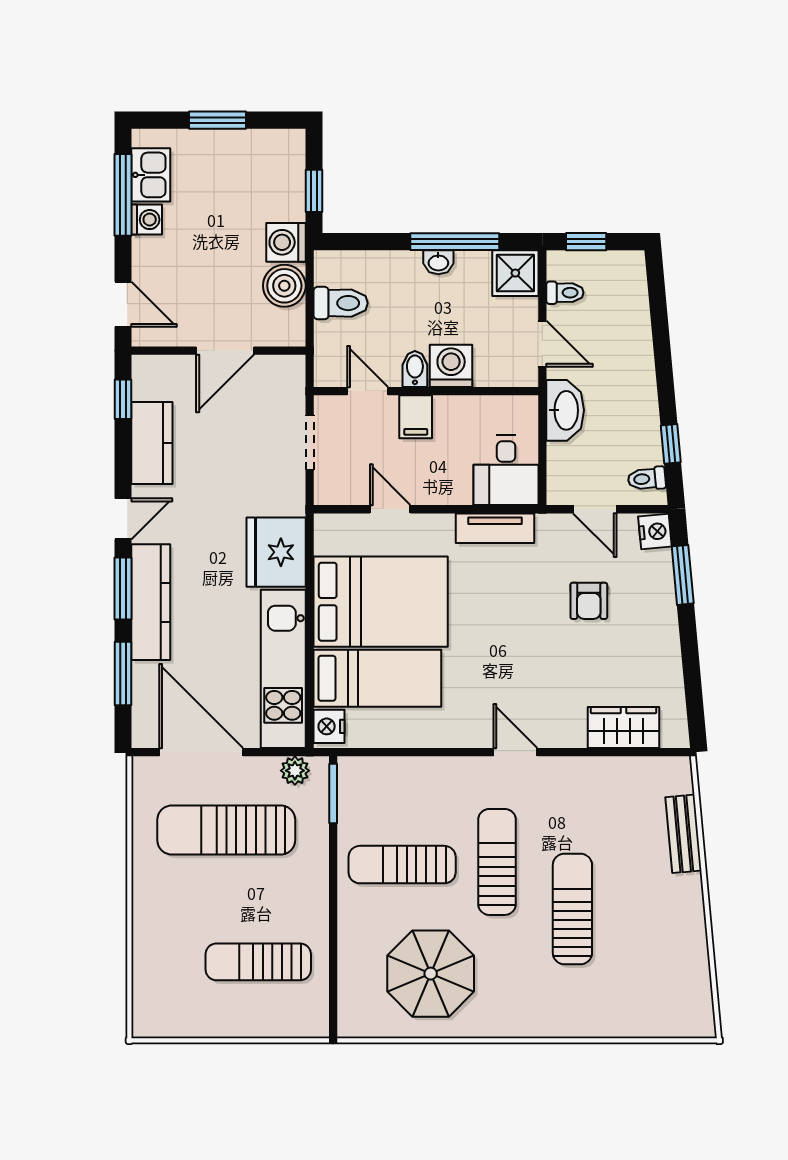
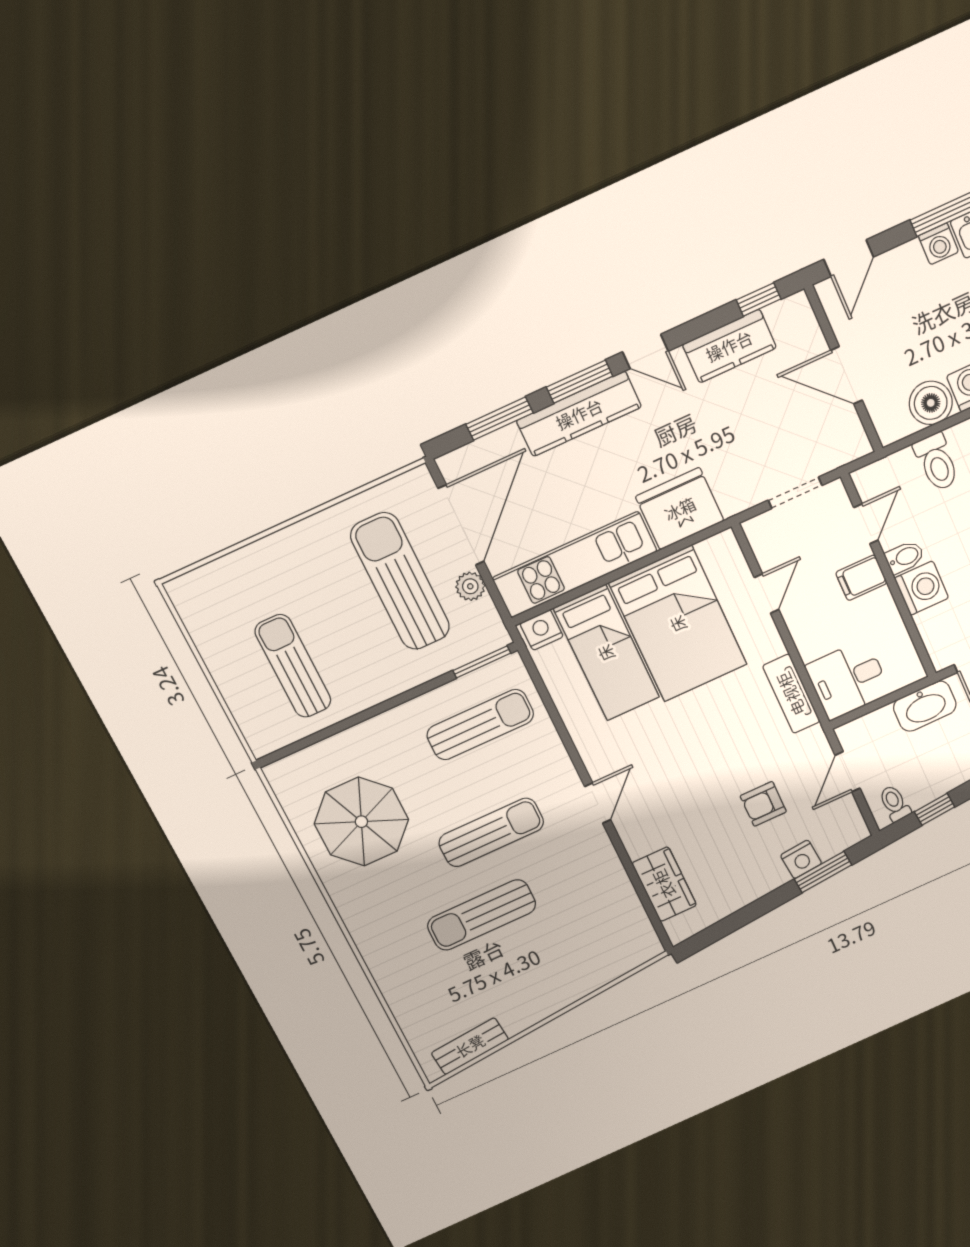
nightstand: (655, 532) -> (801, 859), moved
plant: (295, 771) -> (470, 586), moved
bench: (683, 834) -> (470, 1046), moved
sun lounger: (402, 865) -> (480, 725), moved, turned 90
sun lounger: (572, 909) -> (482, 915), turned 180

